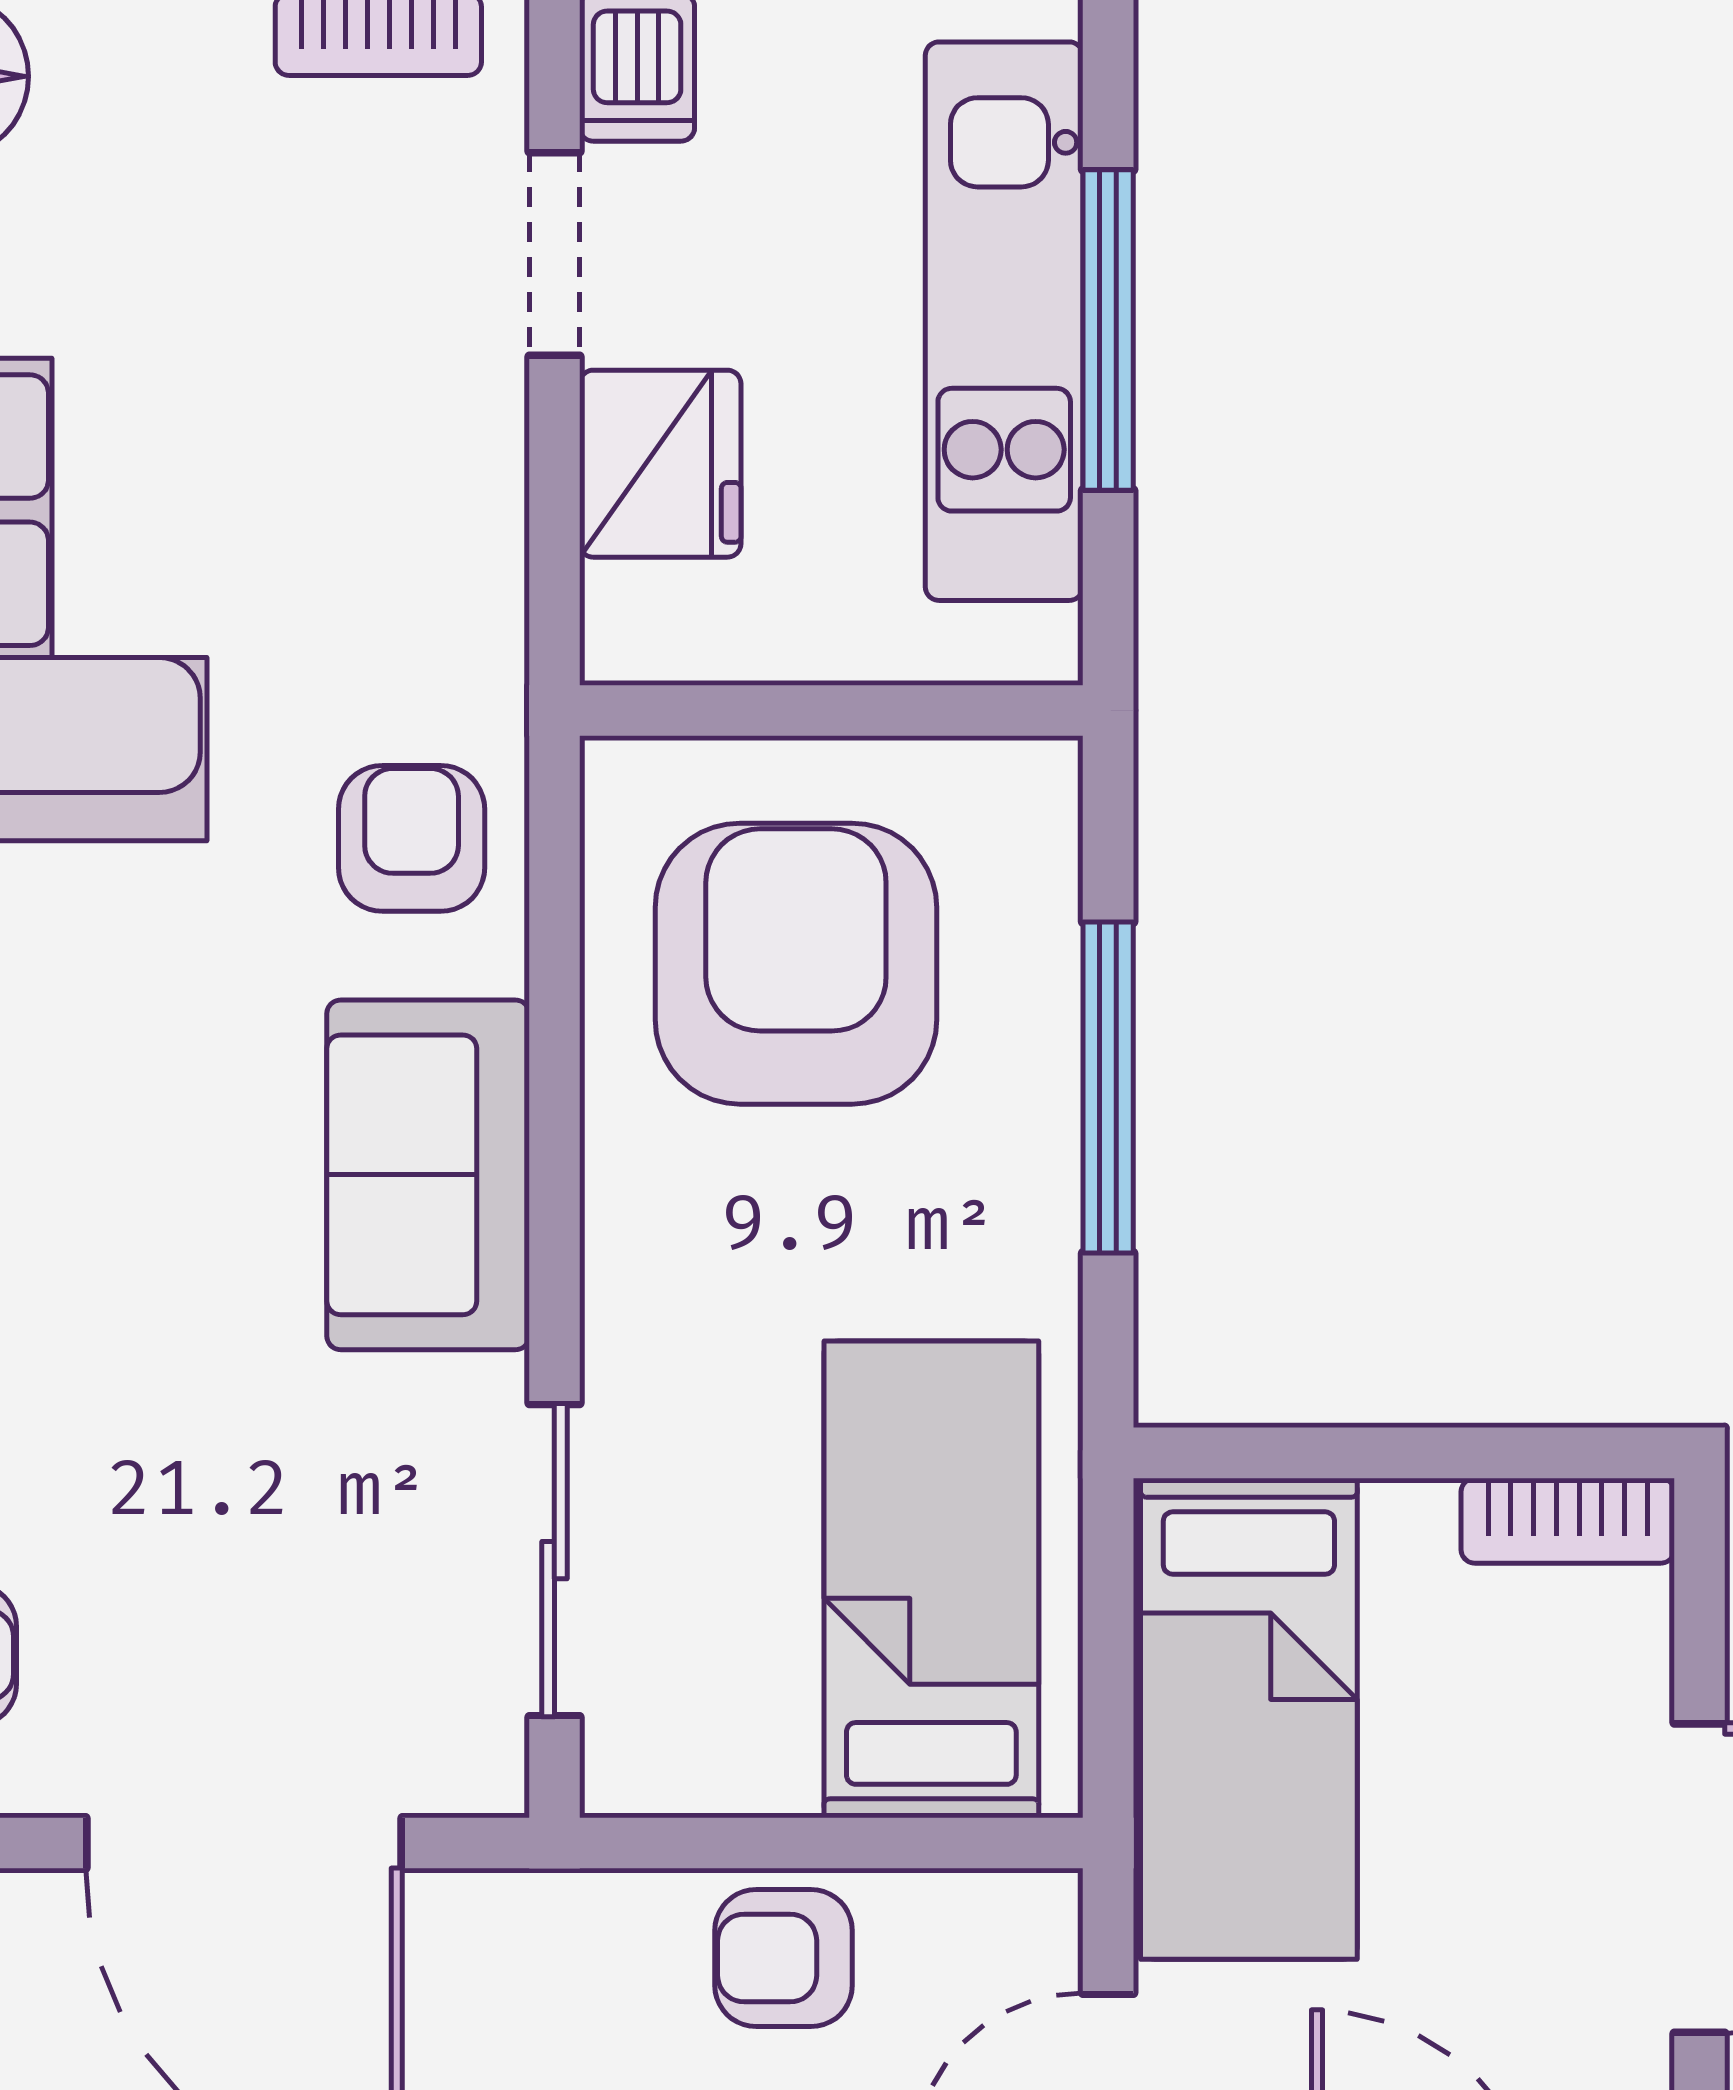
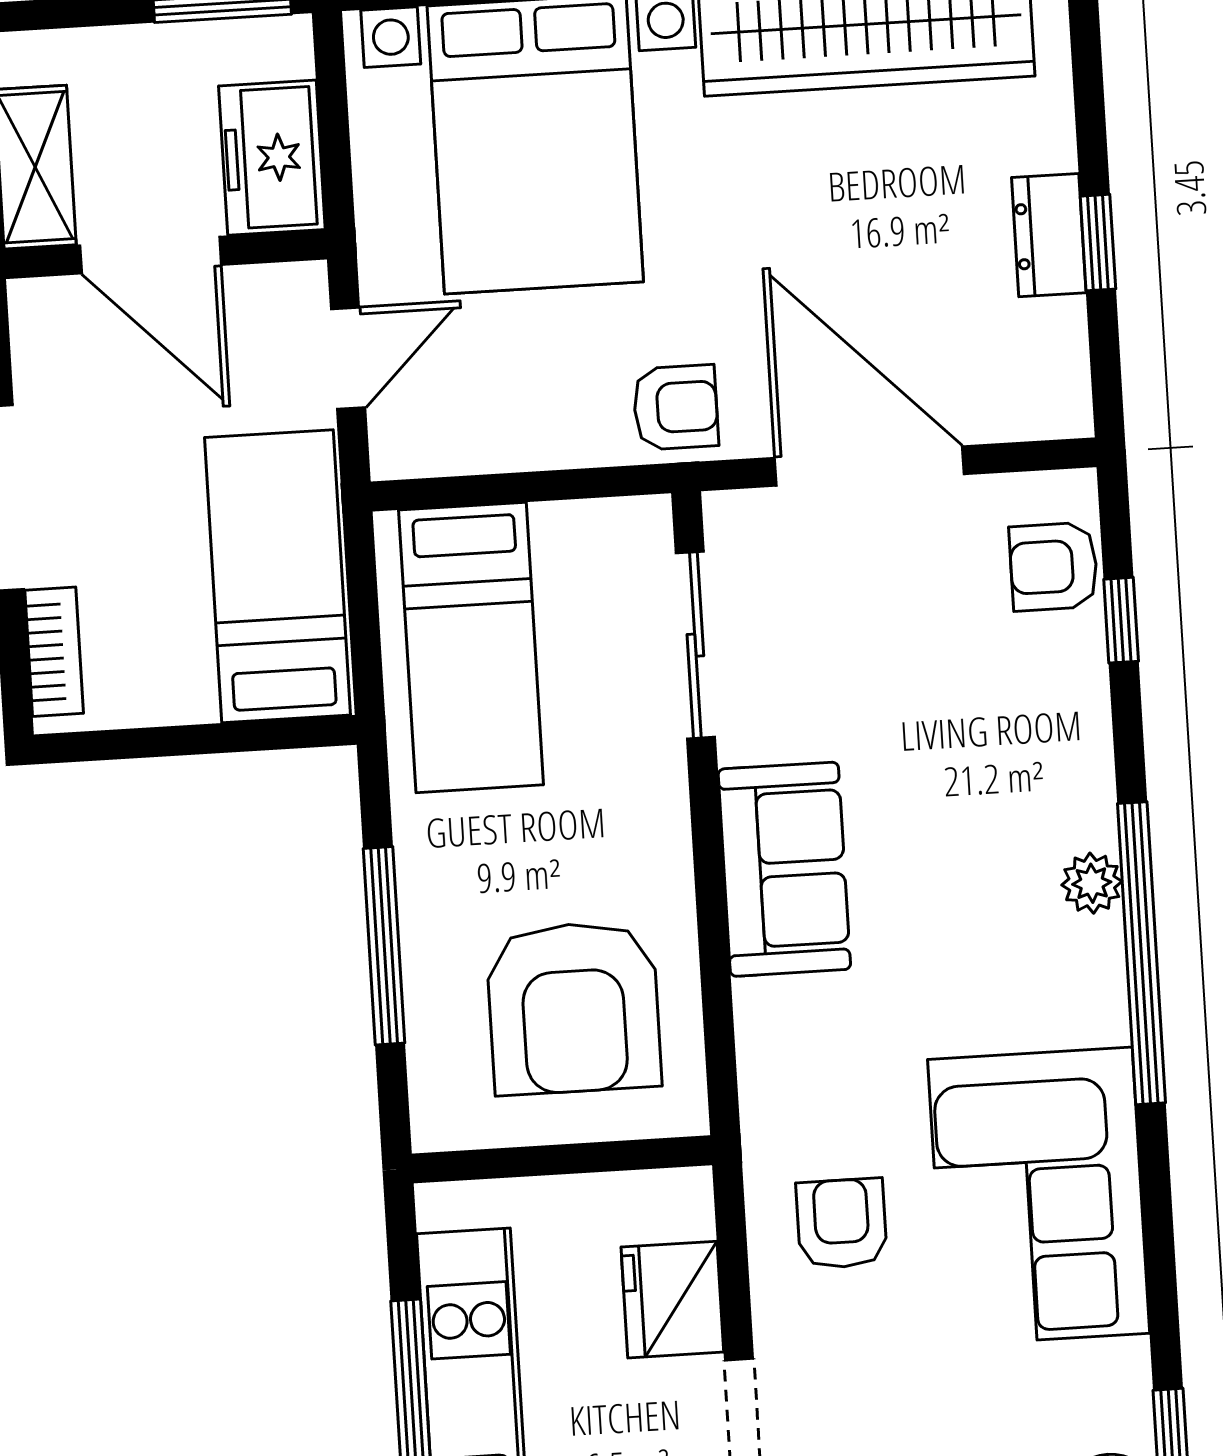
armchair: (412, 838) -> (842, 1223), moved, turned 180
bookcase: (1568, 1521) -> (54, 652), moved, turned 90
armchair: (784, 1958) -> (676, 407), moved

